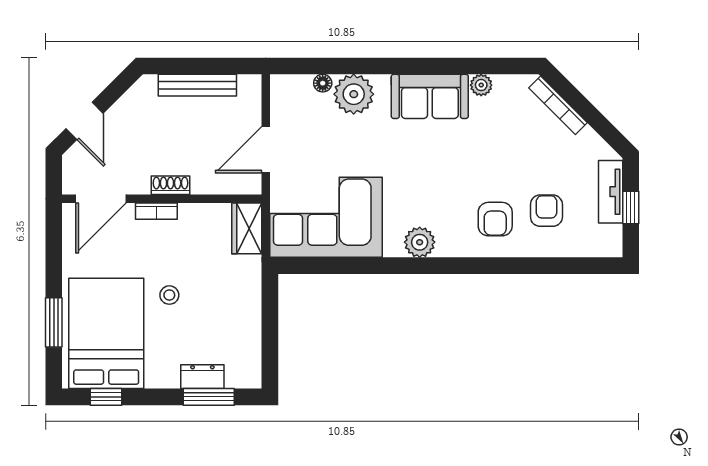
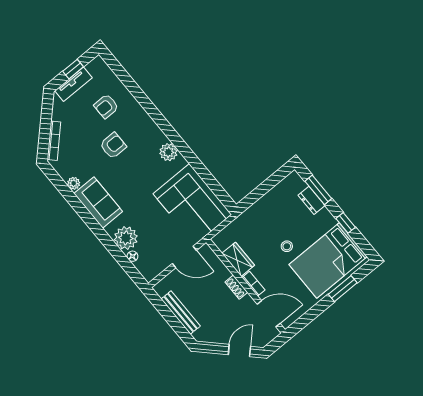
armchair: (495, 219) -> (113, 146), moved
wardrobe: (247, 228) -> (238, 259), moved, turned -90
window: (106, 397) -> (346, 223), moved

